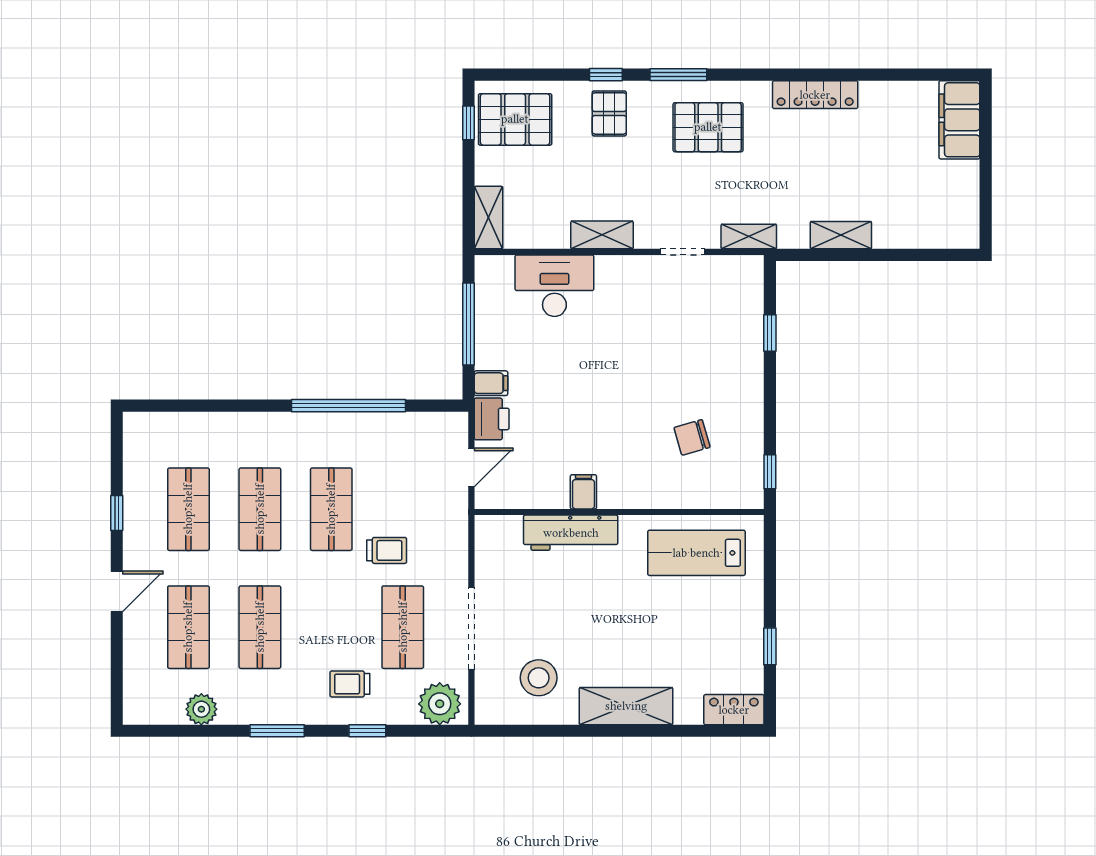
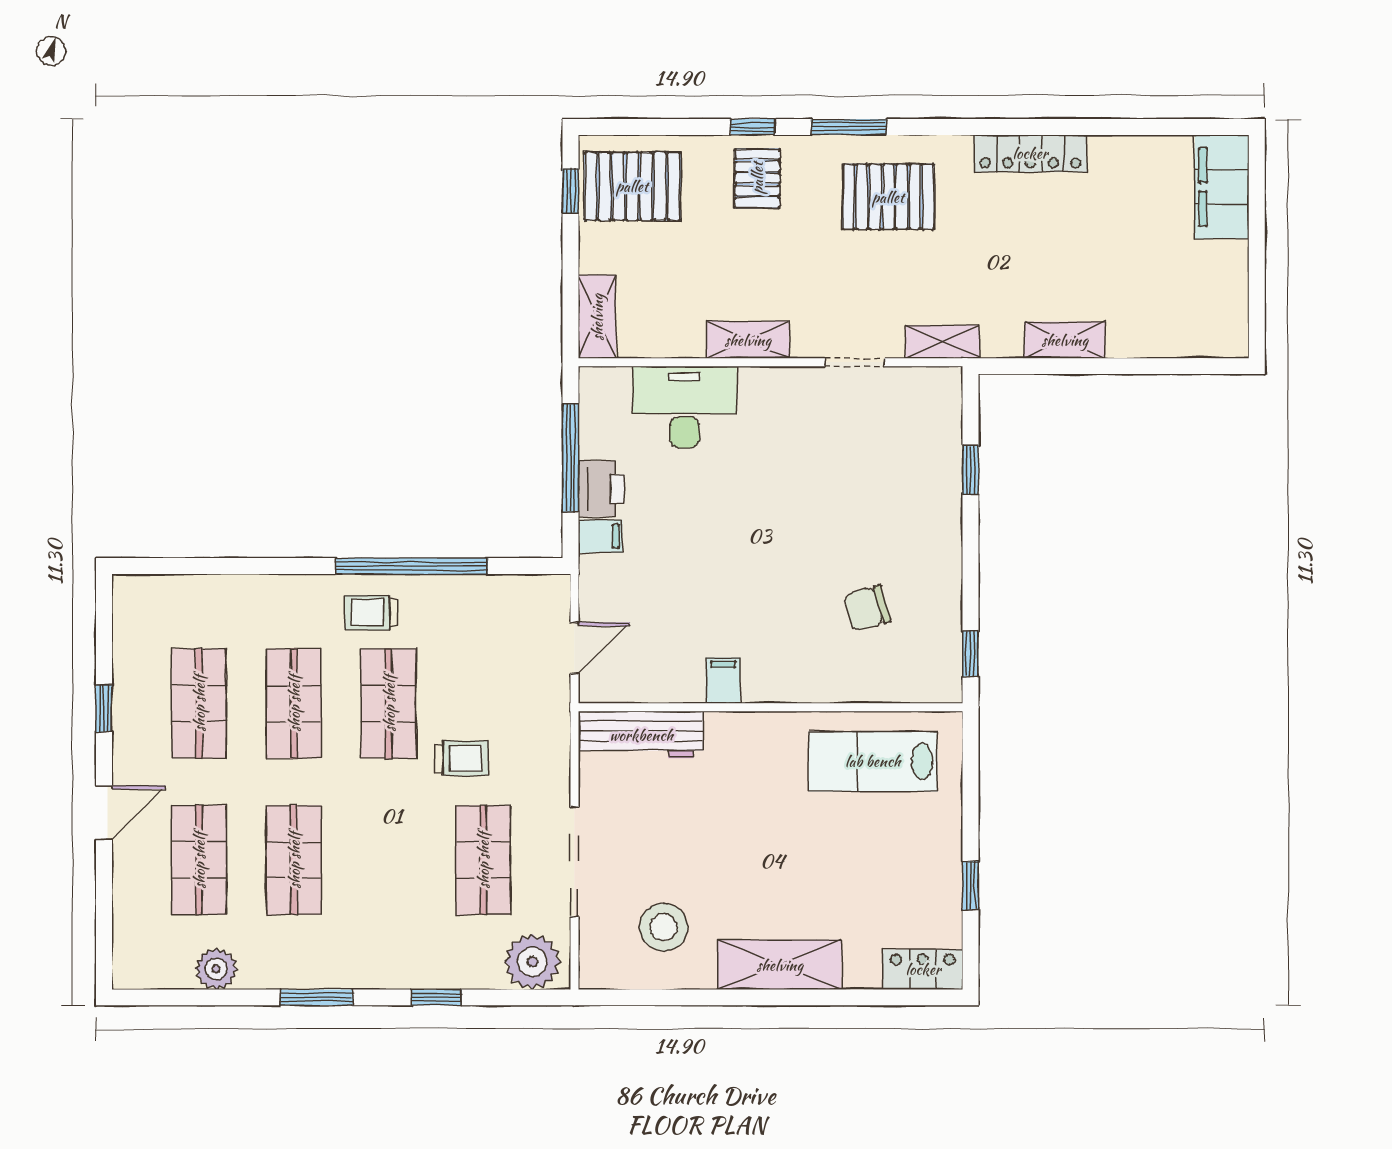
printer: (492, 419) -> (601, 489), moved
workbench: (571, 533) -> (641, 735), moved
trolley: (350, 684) -> (371, 612), moved

